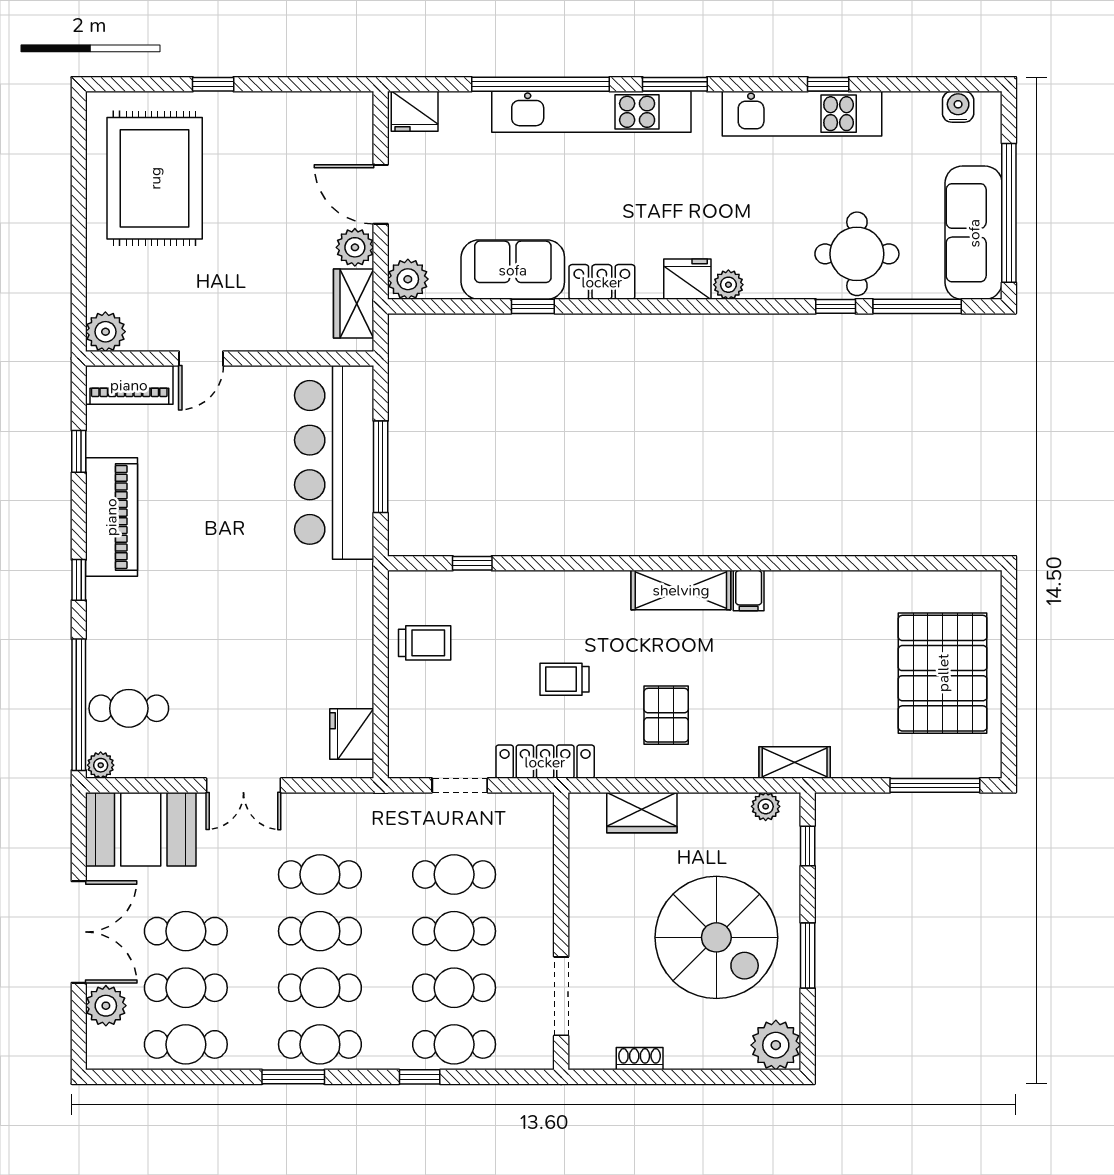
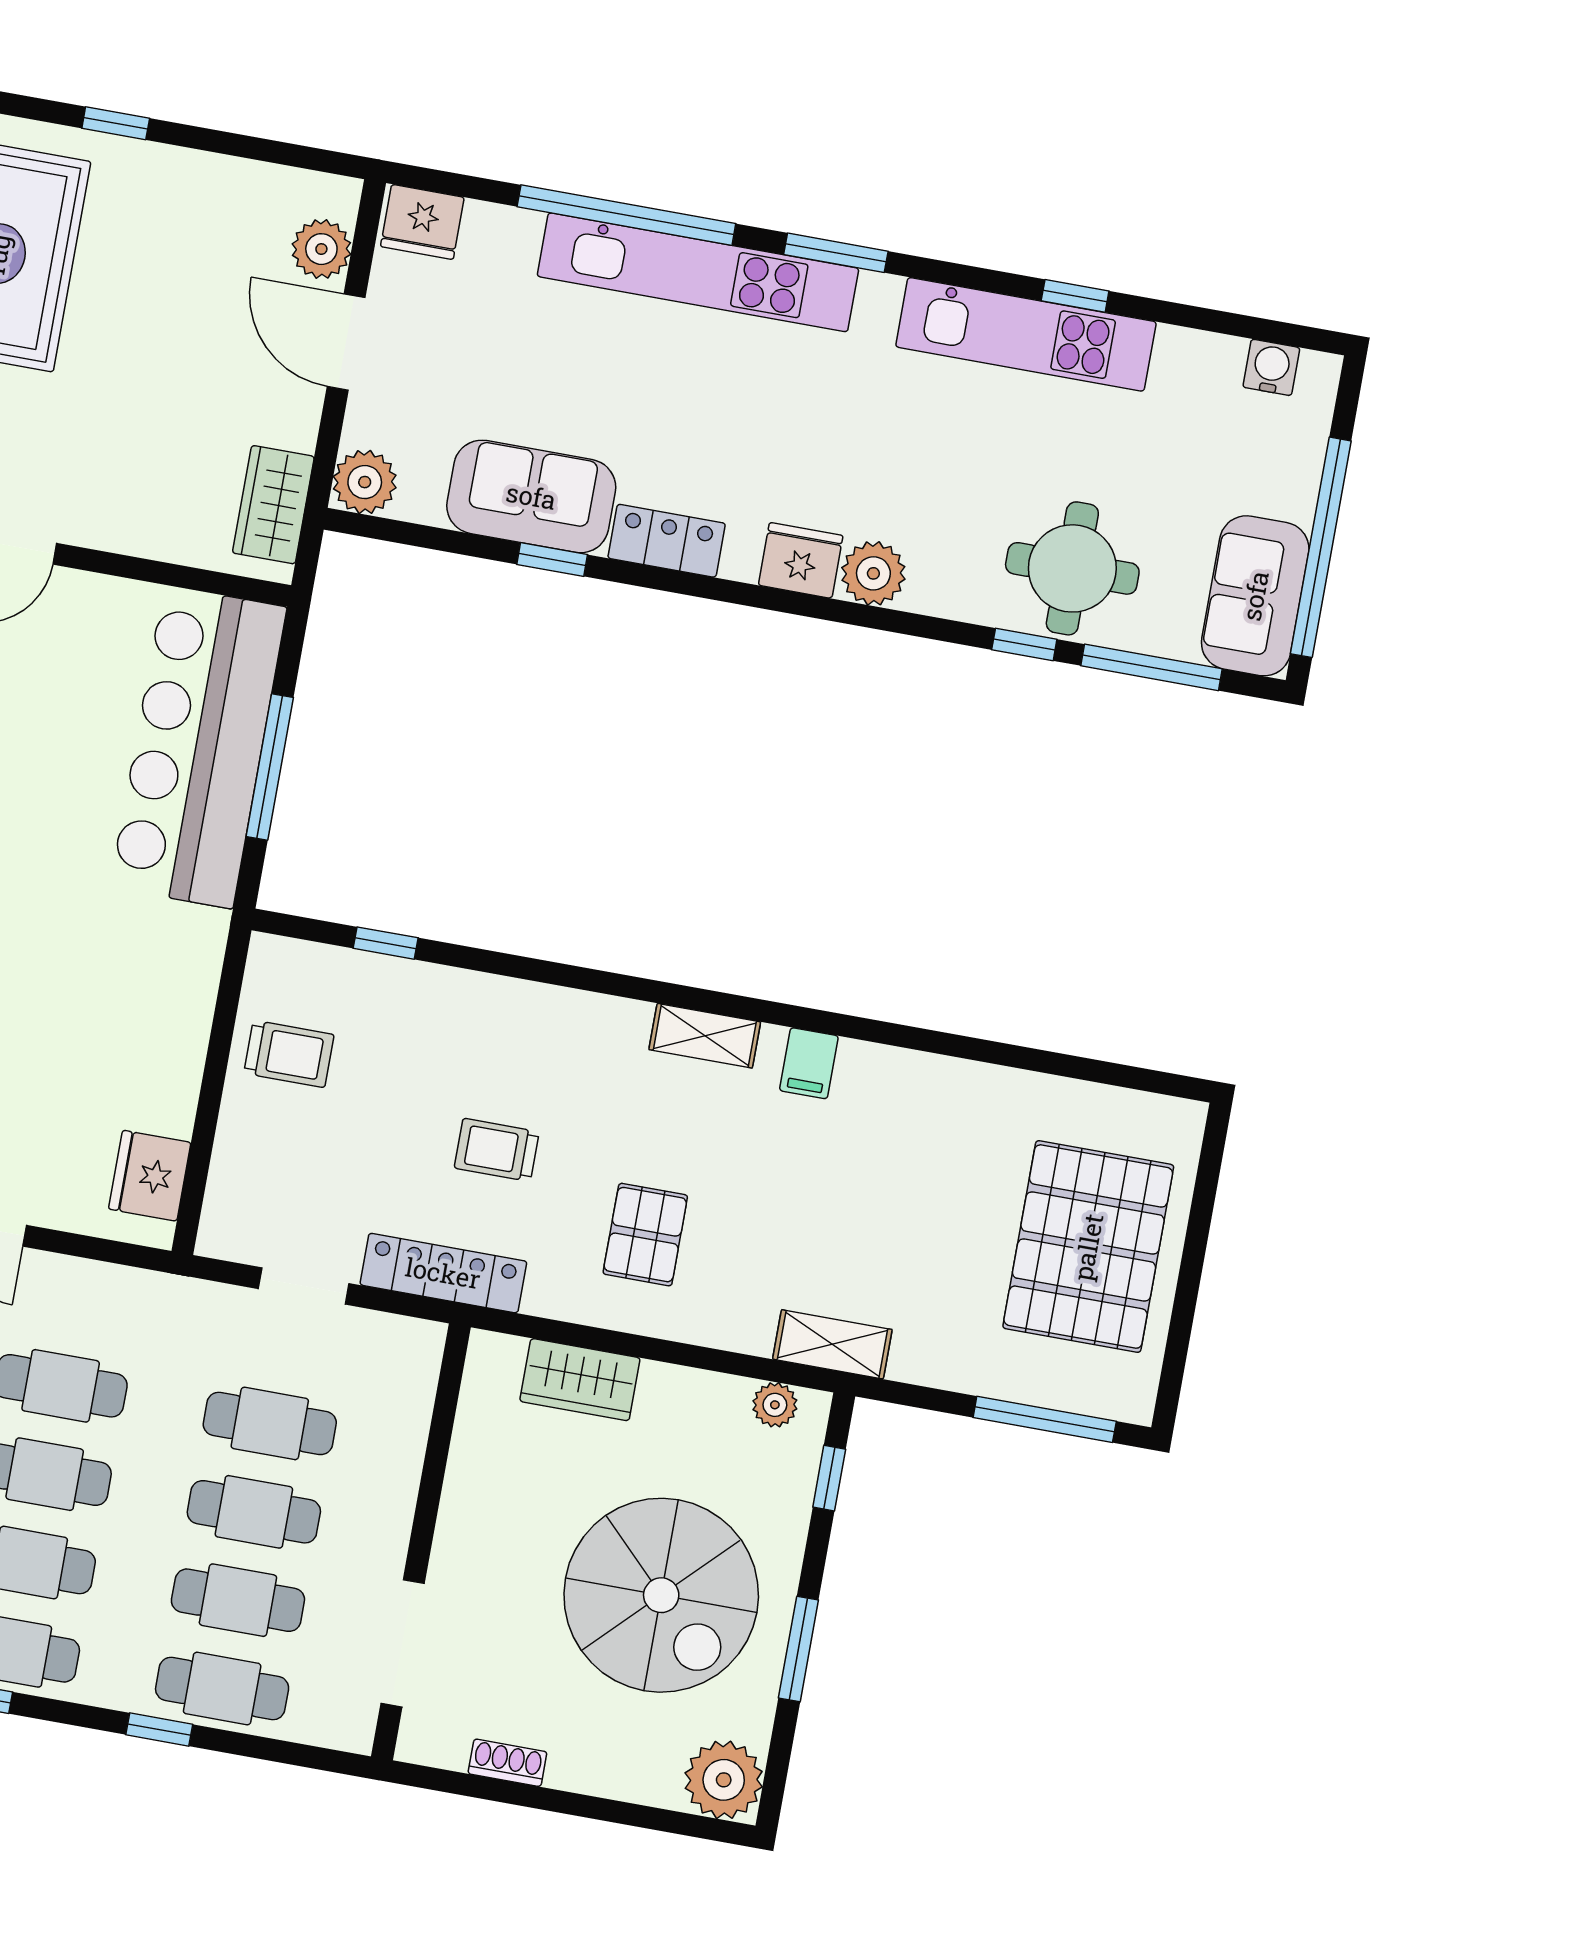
sofa: (974, 233) -> (1255, 596), width x0.73
plant: (355, 247) -> (321, 249), moved
plant: (728, 285) -> (873, 573), width x1.38, depth x1.38
shelving: (681, 590) -> (705, 1036), width x0.67, depth x0.75

